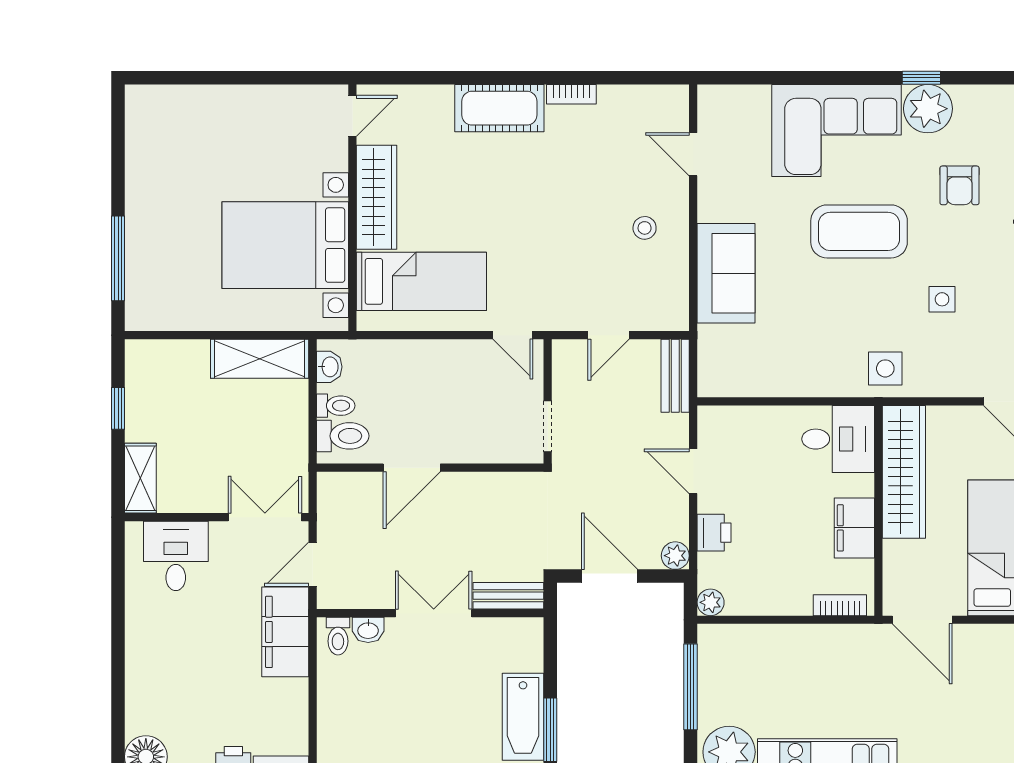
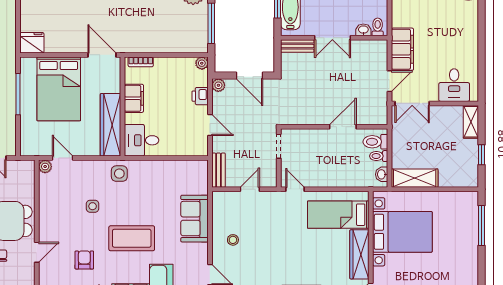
bench: (508, 596) -> (297, 46), moved
wall: (430, 613) -> (334, 38), moved
double door: (434, 613) -> (332, 38), moved
washbasin: (368, 630) -> (363, 30), moved
toilet: (338, 636) -> (378, 27), moved

